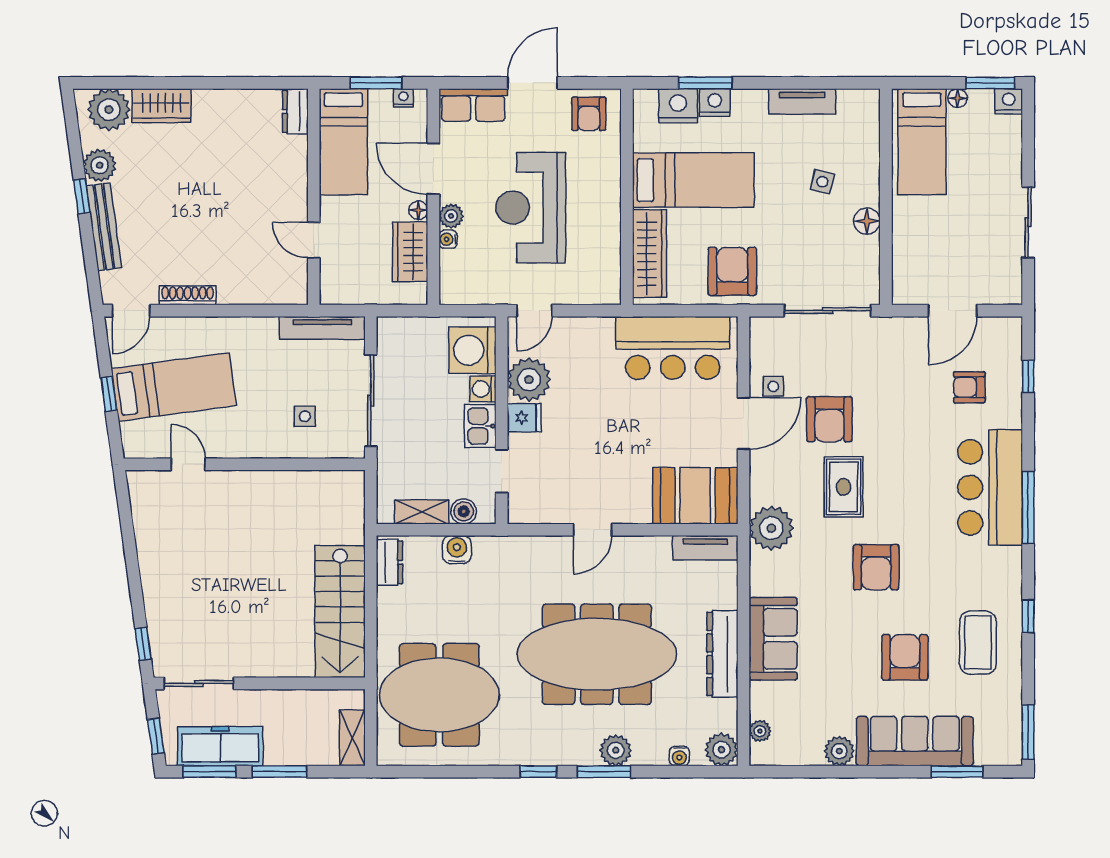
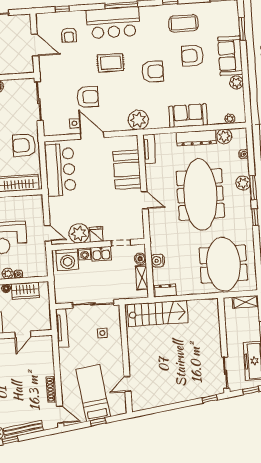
rug: (844, 487) -> (111, 63), moved
booth: (695, 496) -> (127, 170), moved
stairs: (340, 612) -> (158, 313), moved
sofa: (915, 741) -> (230, 56), width x0.73
plant: (721, 750) -> (224, 137), moved

